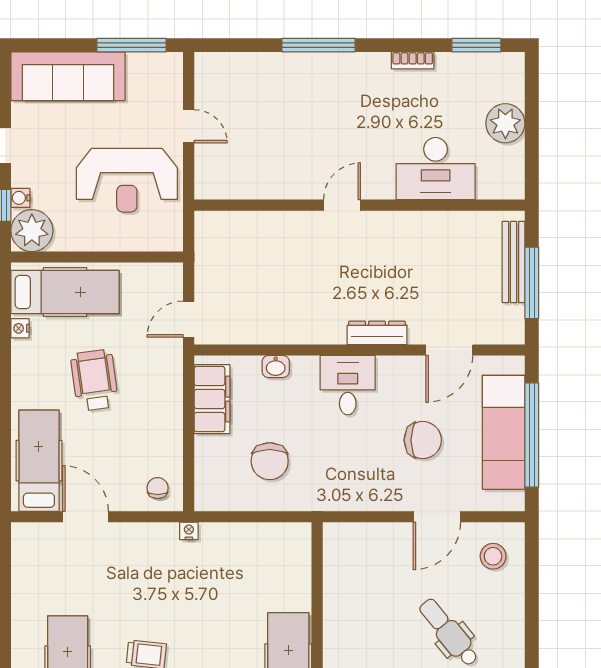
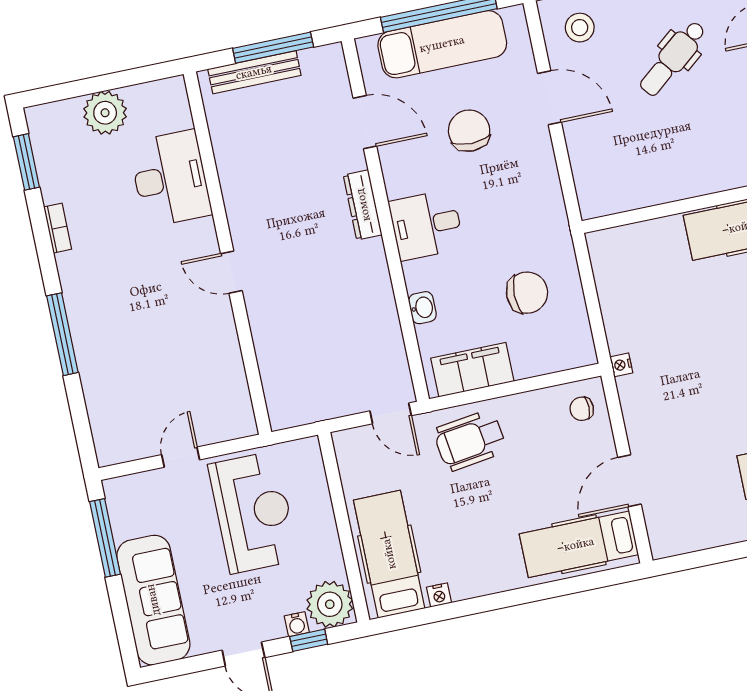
wheelchair: (95, 380) -> (470, 440), moved

